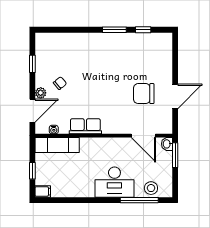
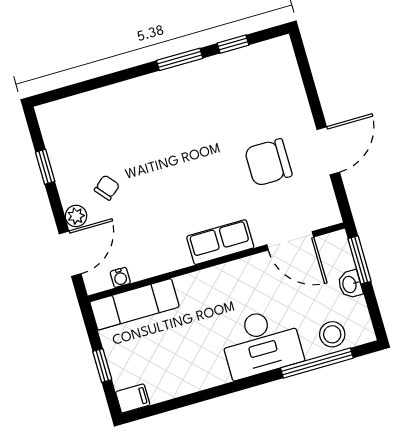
row of seats: (85, 126) -> (220, 242), moved
washbasin: (167, 144) -> (350, 284), moved

